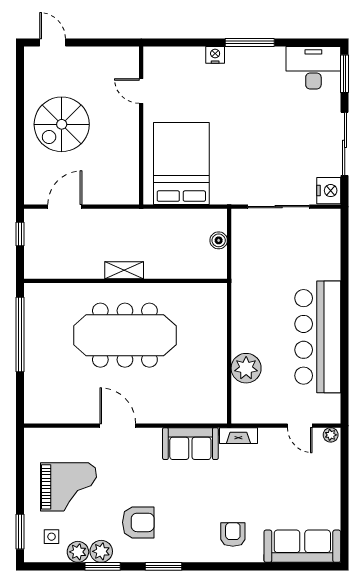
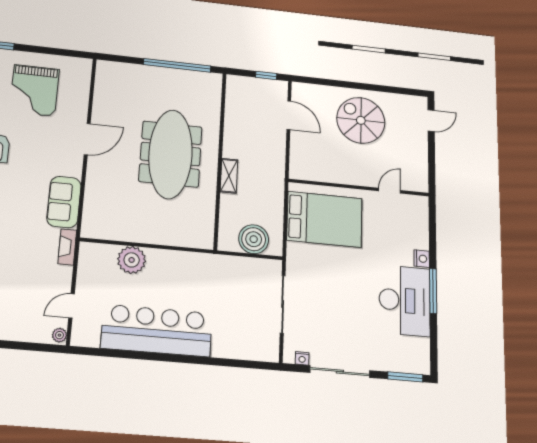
desk: (313, 68) -> (405, 300), moved, width x1.36, depth x1.30
nightstand: (329, 191) -> (302, 358), width x0.53, depth x0.56
boiler: (219, 240) -> (254, 239), width x1.86, depth x1.86
shelving: (124, 270) -> (229, 176), moved

